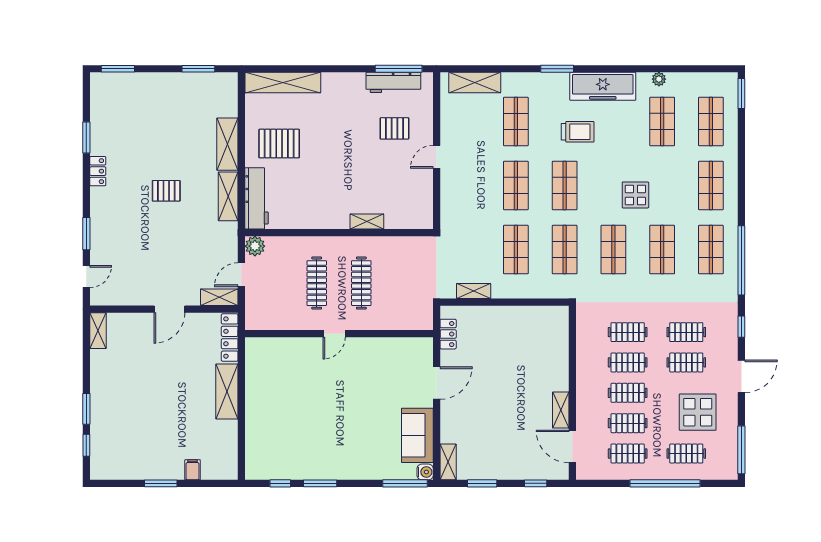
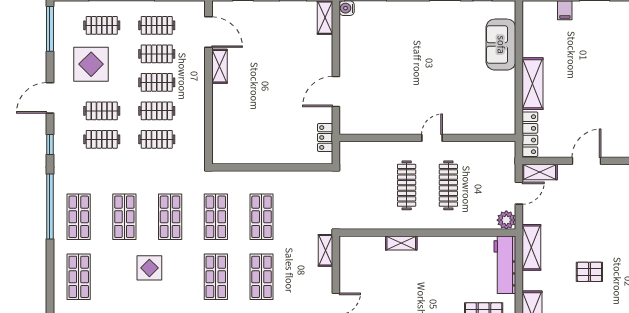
shelving: (228, 196) -> (531, 247), moved
shelving: (474, 291) -> (326, 250), moved, turned 90
sofa: (417, 435) -> (501, 45), moved, turned 180

